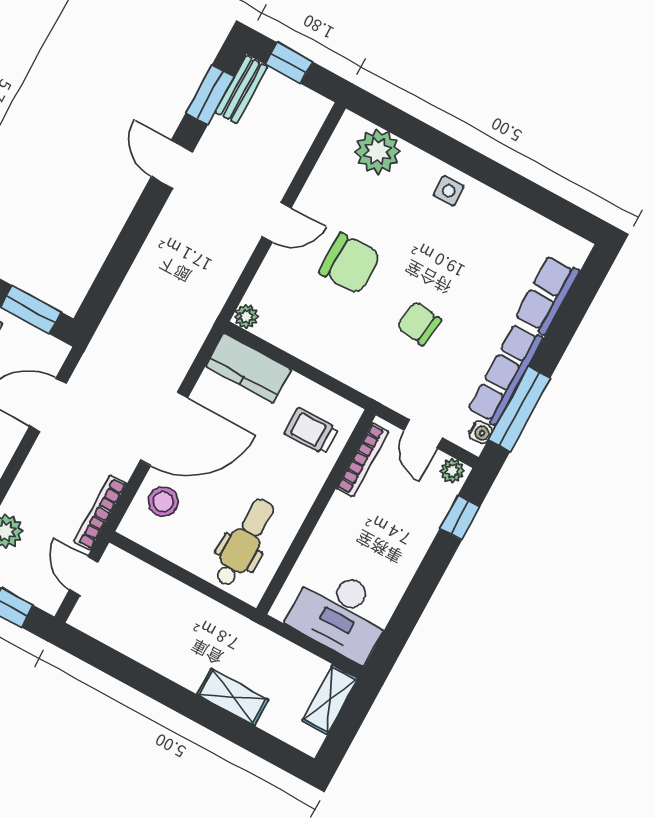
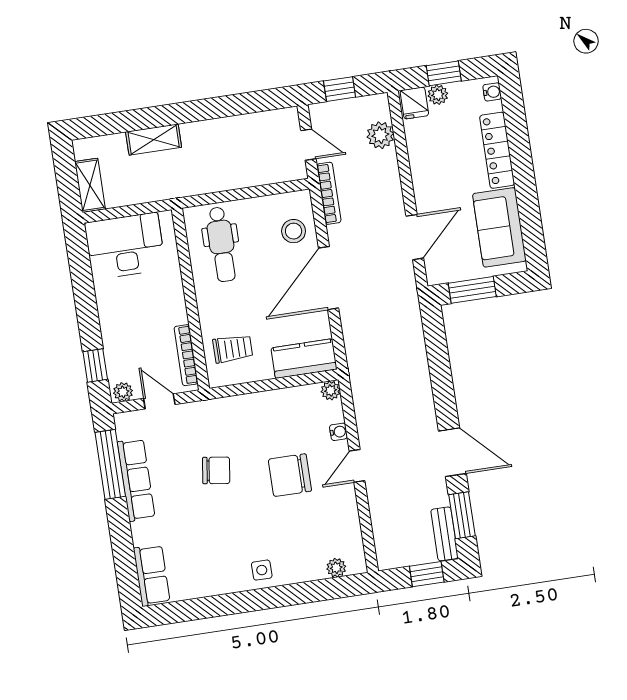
plant: (378, 152) -> (336, 568), width x0.53, depth x0.53
door: (172, 164) -> (452, 452), width x1.38
row of seats: (547, 295) -> (152, 575), moved
water cooler: (481, 432) -> (338, 432), moved, turned 180

